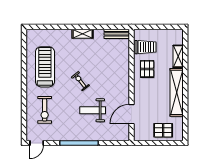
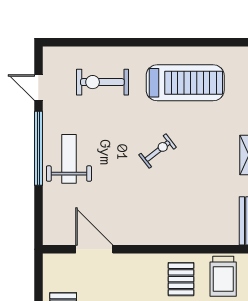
pallet: (147, 69) -> (181, 279), turned 90
weight bench: (93, 110) -> (69, 159), moved
door: (37, 143) -> (38, 87), moved

